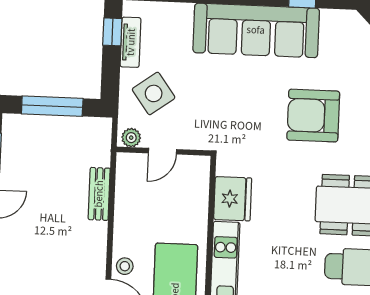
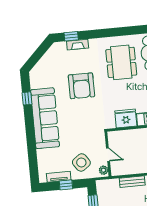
window: (112, 32) -> (66, 185), moved

